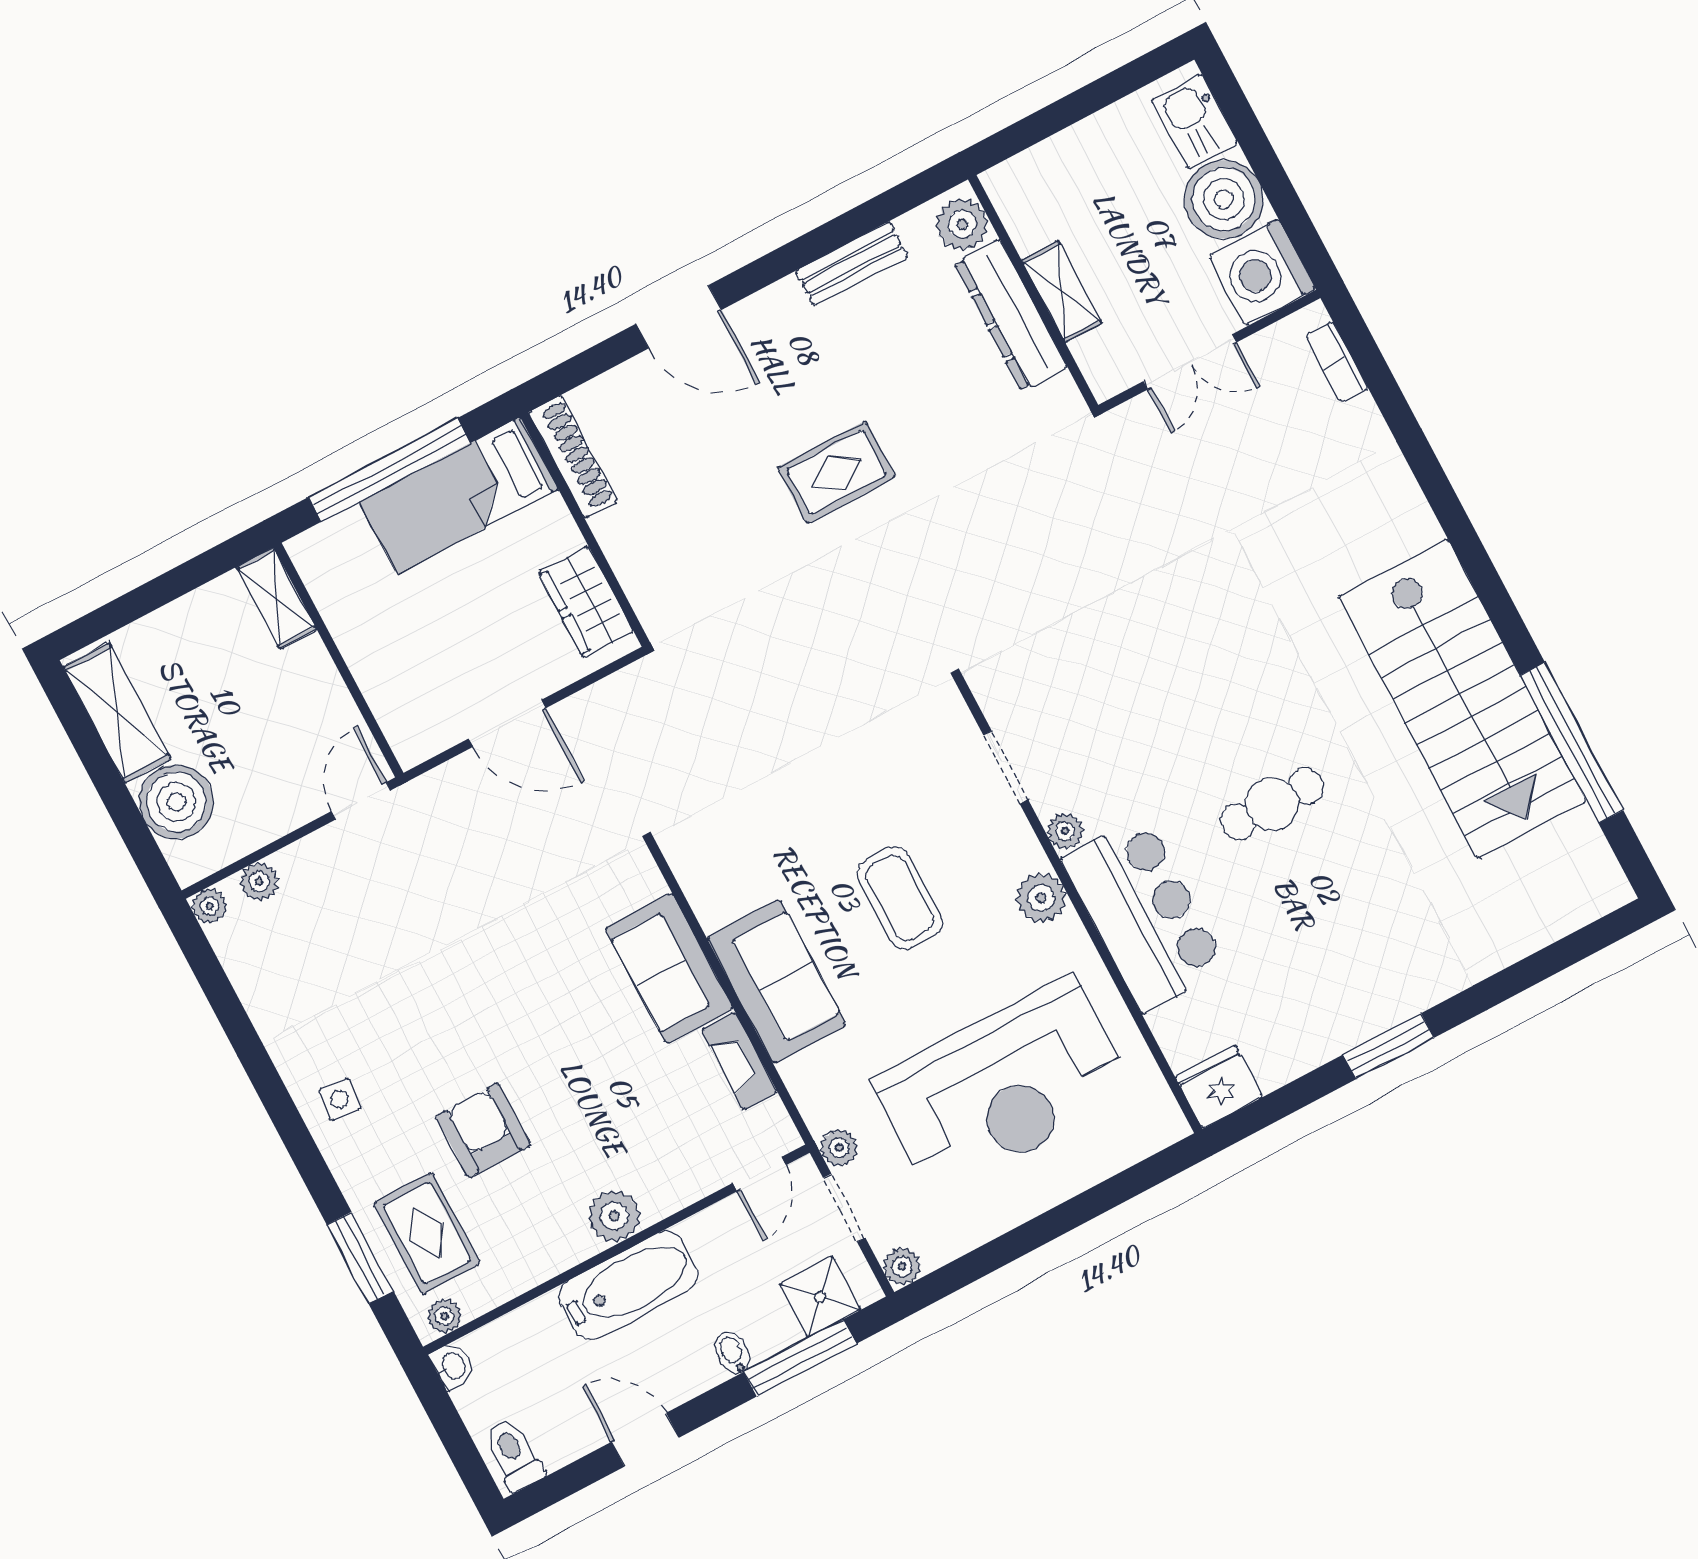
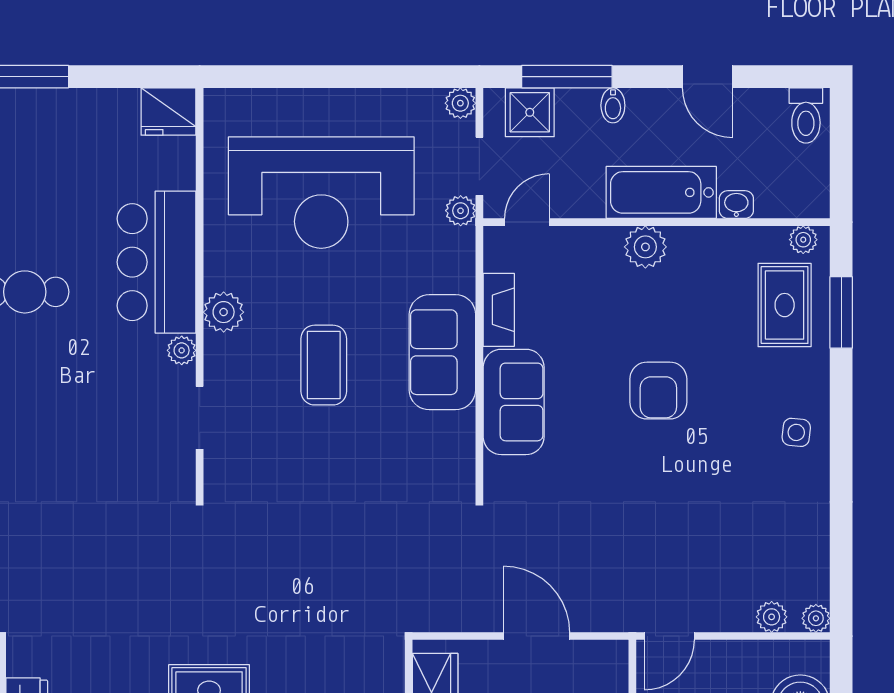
reception desk: (1003, 1087) -> (321, 193), turned 180
armchair: (483, 1130) -> (658, 391), moved
washbasin: (453, 1366) -> (736, 205), moved, turned 90

